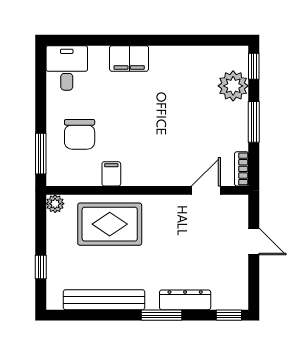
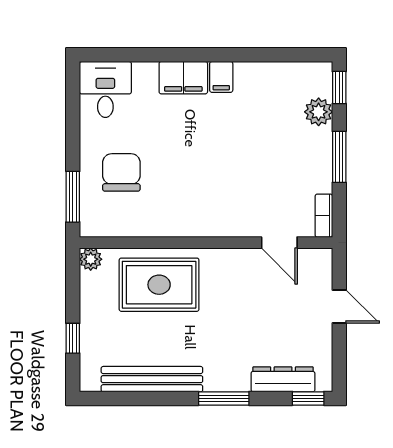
plant: (233, 86) -> (319, 112), width x0.73, depth x0.73
chair: (80, 134) -> (121, 172), turned 180
filing cabinet: (111, 174) -> (221, 77), moved, turned 180
door: (206, 190) -> (279, 243), swing flipped
dresser: (185, 300) -> (283, 379), moved

